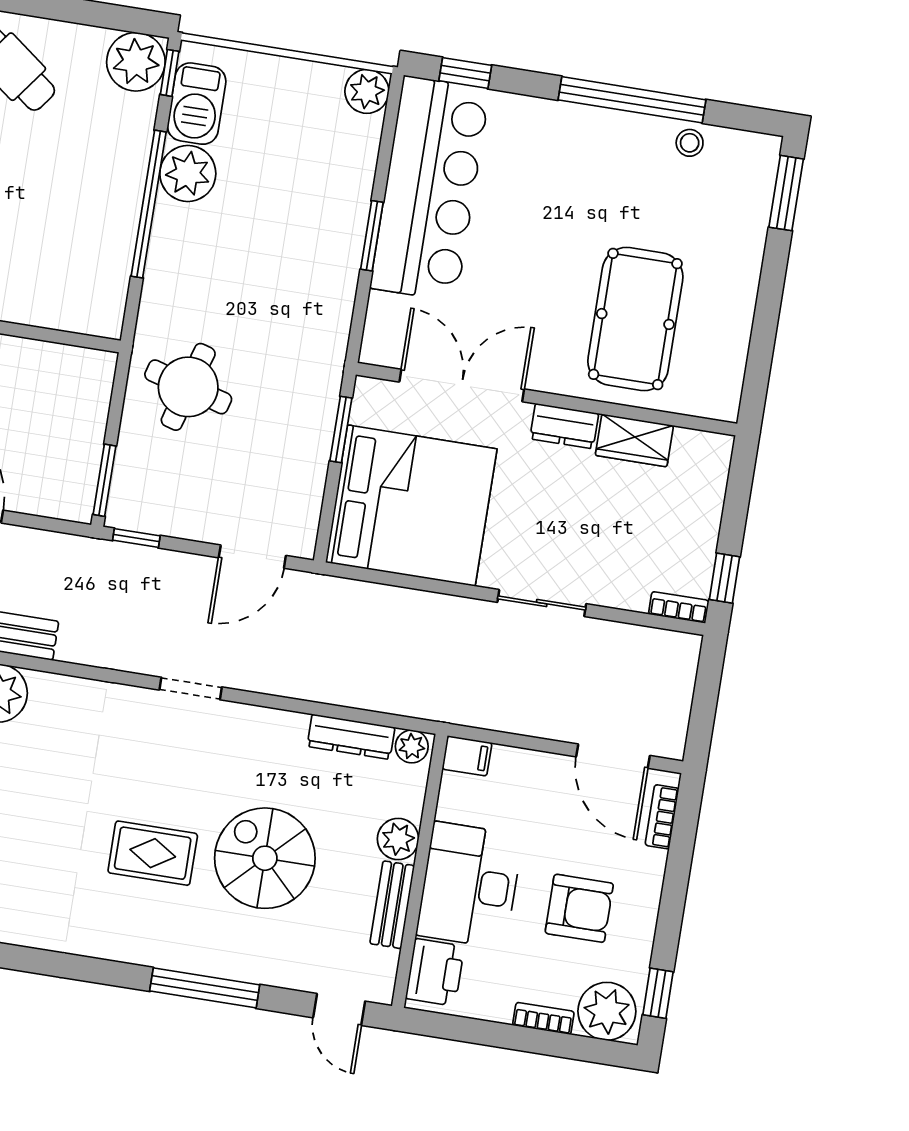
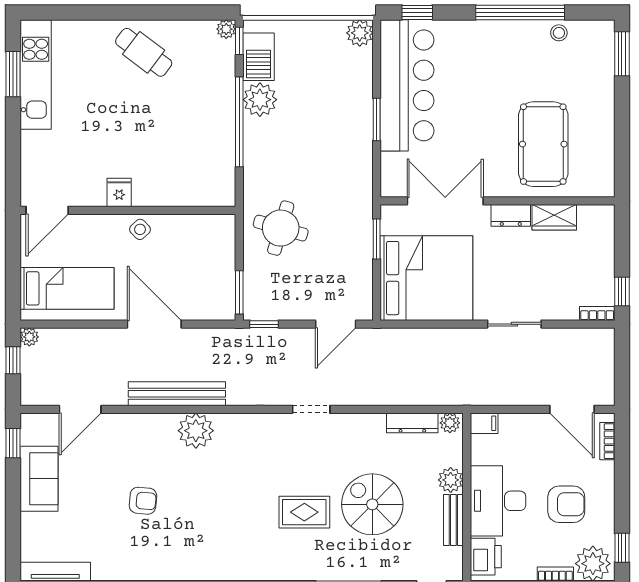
plant: (136, 62) -> (226, 29), width x0.53, depth x0.53

